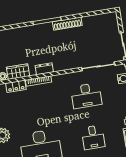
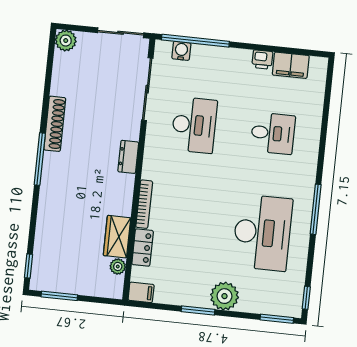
plant: (112, 18) -> (66, 41), added
dresser: (44, 69) -> (128, 157), moved

